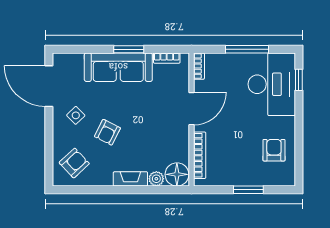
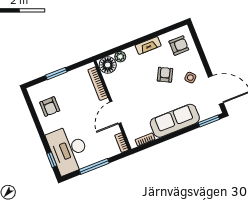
window: (129, 49) -> (209, 121), moved
armchair: (74, 163) -> (179, 46), turned -137
fireplace: (130, 179) -> (148, 46), moved

